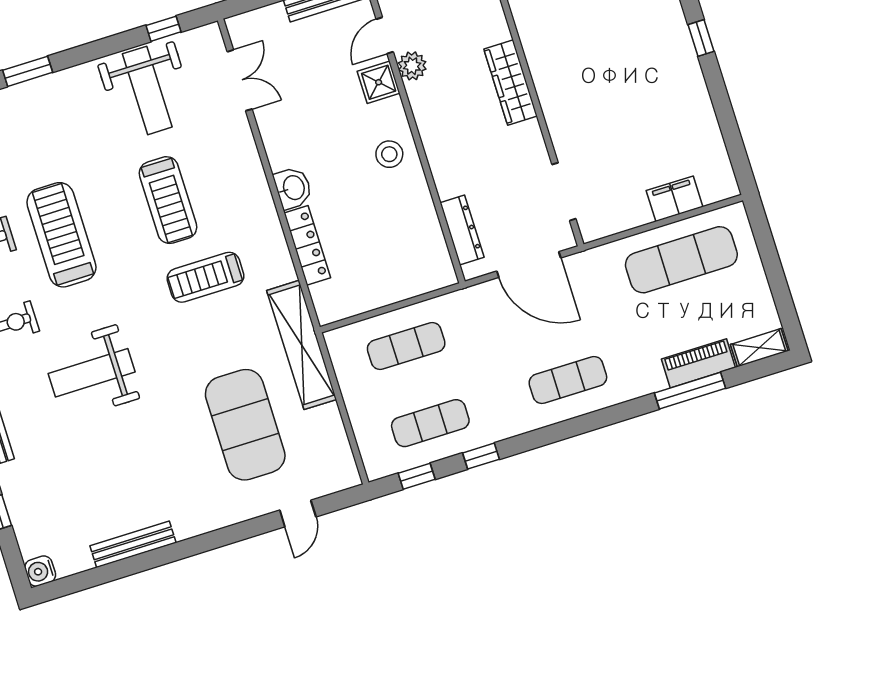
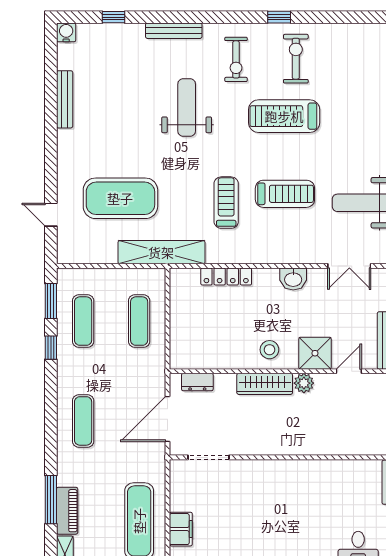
door: (385, 35) -> (349, 371), hinge flipped
plant: (412, 66) -> (304, 383), moved
shower: (379, 82) -> (315, 353), width x1.36, depth x1.36
wardrobe: (511, 83) -> (265, 384), moved, turned 180
washbasin: (293, 188) -> (293, 279), moved
treadmill: (168, 200) -> (285, 194), turned 180
dresser: (462, 230) -> (197, 382), width x0.70
treadmill: (61, 235) -> (284, 116), turned 180
window: (417, 476) -> (51, 301), width x1.50

